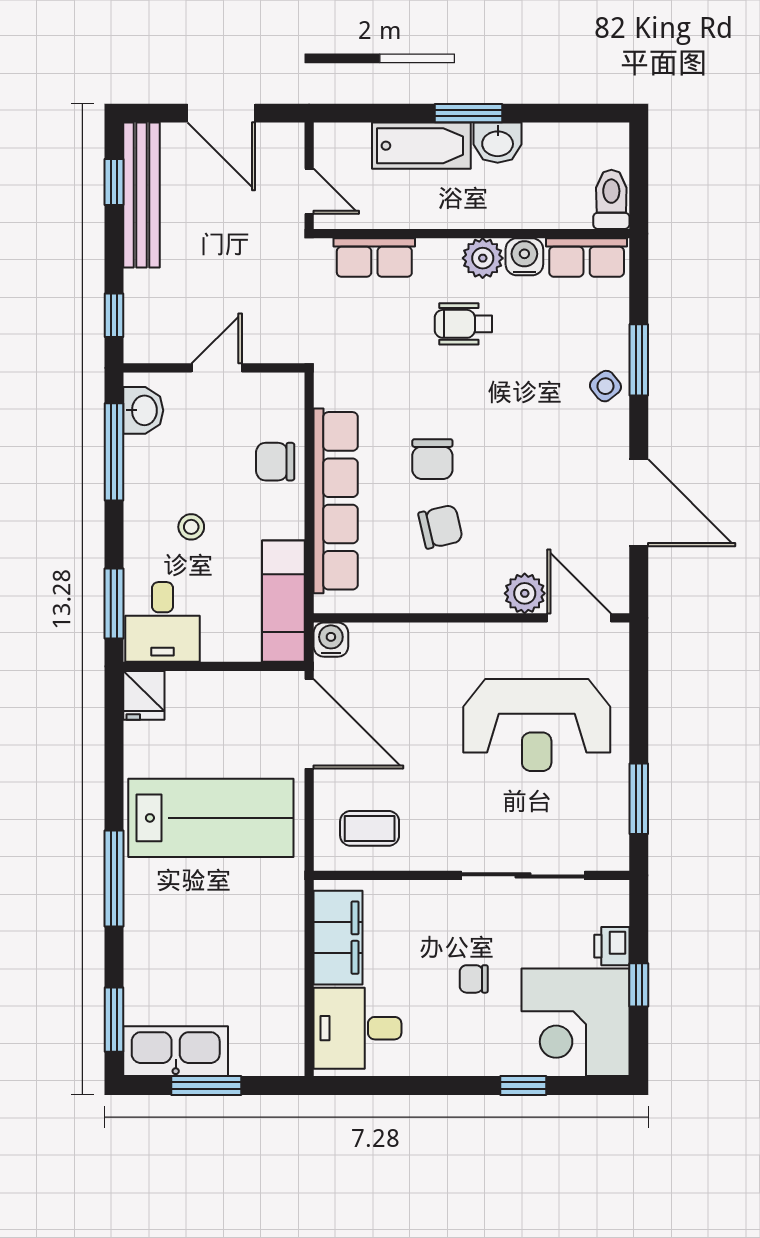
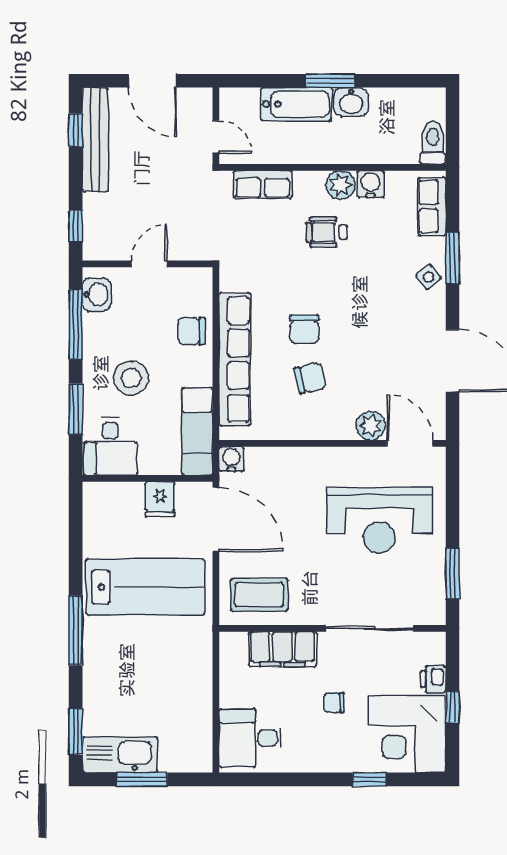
row of seats: (587, 257) -> (432, 206), moved, turned 90
stool: (191, 527) -> (131, 378), width x1.89, depth x1.89
window: (114, 604) -> (76, 409), moved
fridge: (144, 695) -> (160, 499), moved
coffee table: (370, 828) -> (259, 595), width x1.36, depth x1.30
filing cabinet: (338, 938) -> (282, 649), moved, turned 90

